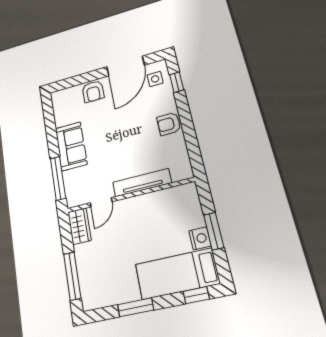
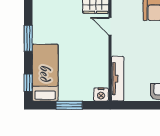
tv unit: (142, 183) -> (118, 79), moved
nightstand: (200, 238) -> (101, 95), moved

